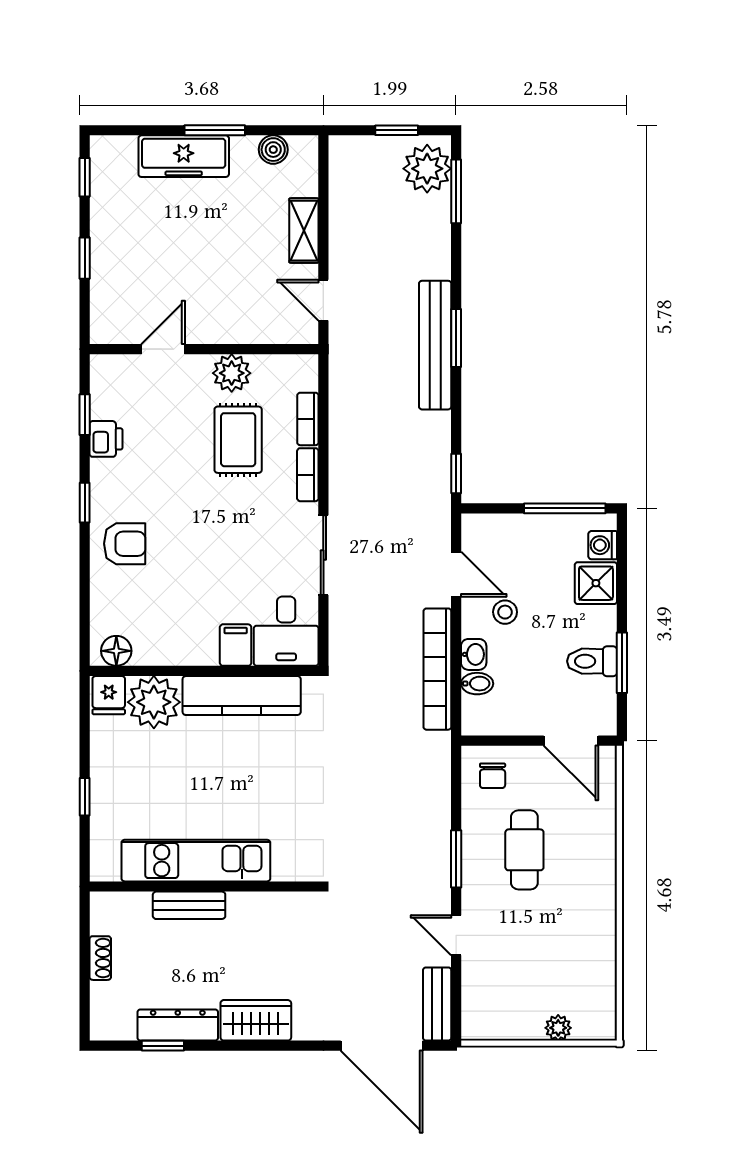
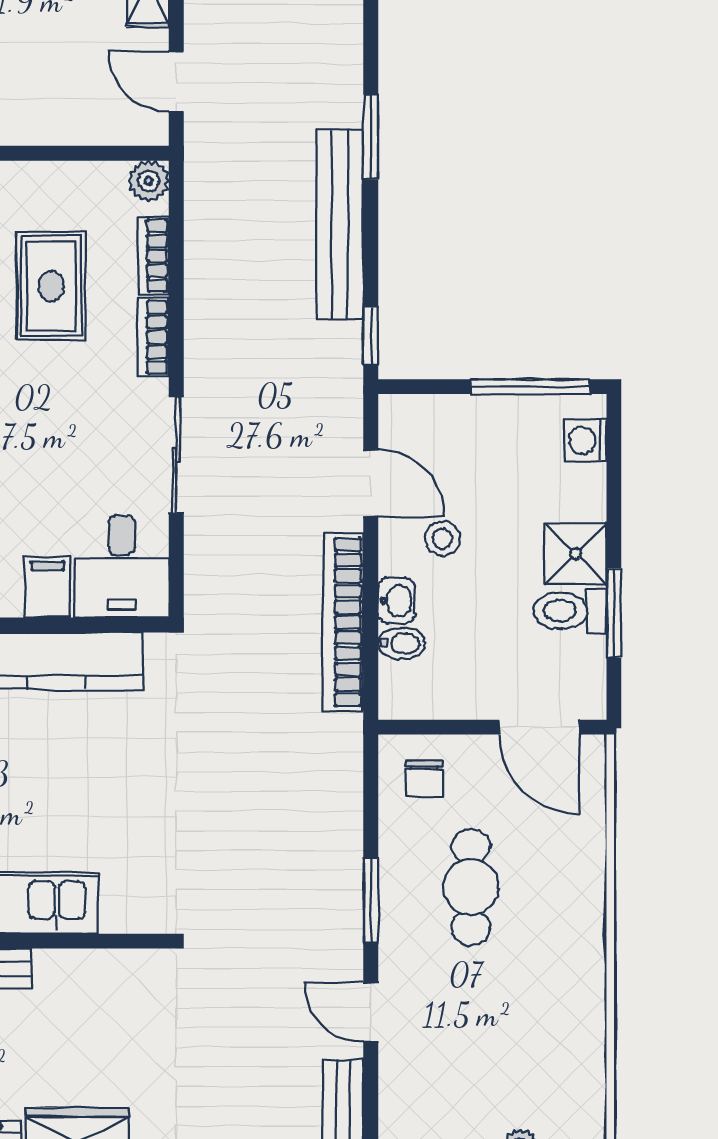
bench: (435, 345) -> (340, 224), moved
plant: (232, 373) -> (149, 181), moved, width x0.73, depth x0.73
shower: (596, 583) -> (576, 554), moved

